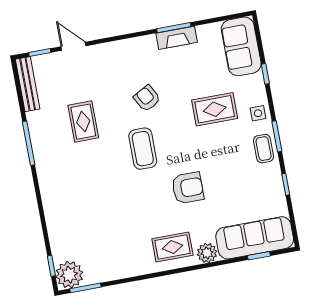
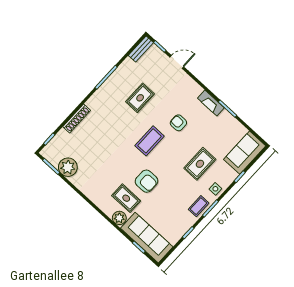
fireplace: (177, 38) -> (211, 103), moved
door: (73, 46) -> (177, 62), hinge flipped
bench: (28, 84) -> (141, 49), width x0.73
armchair: (147, 98) -> (178, 123), turned -61
rug: (215, 109) -> (200, 164), turned 90
shoe rack: (51, 215) -> (77, 119), added
rug: (172, 247) -> (126, 198), moved
plant: (69, 275) -> (68, 167), moved

